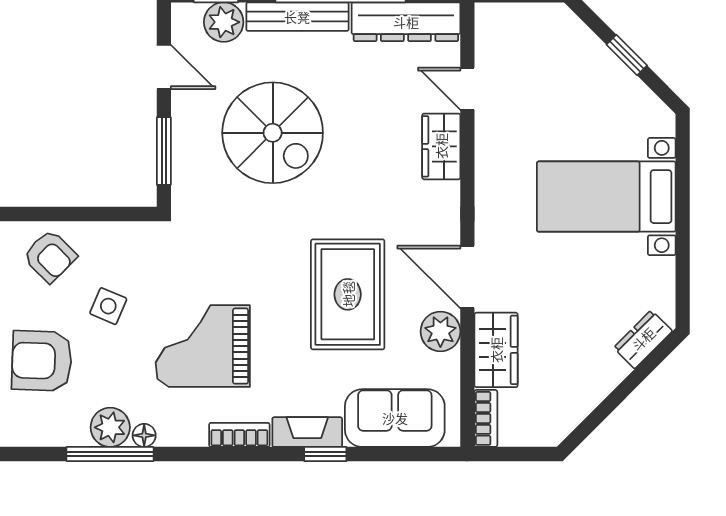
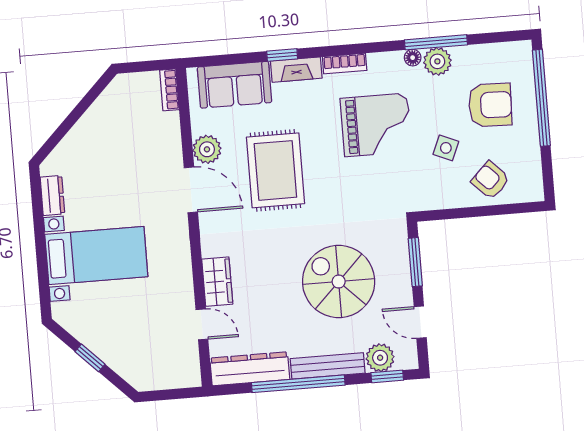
dresser: (643, 339) -> (52, 196), moved, turned -45
wardrobe: (496, 350) -> (166, 139), removed

